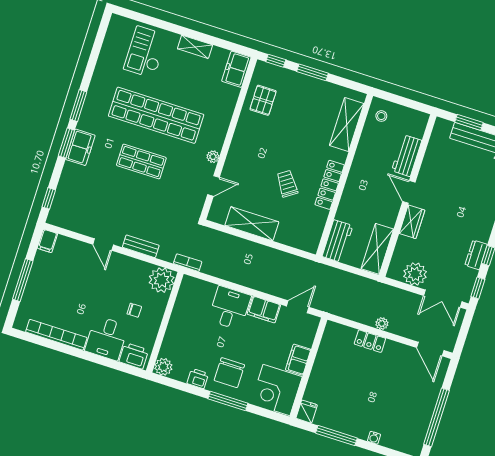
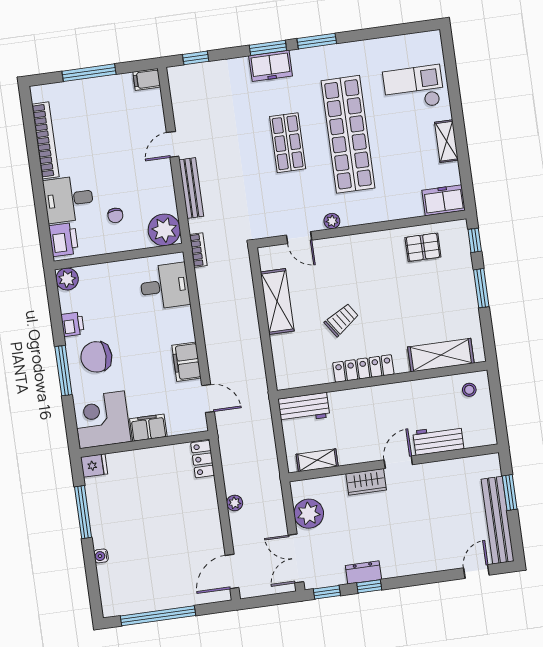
bench: (141, 246) -> (191, 188), width x1.36
shelving: (377, 249) -> (317, 460), width x0.67, depth x0.75
desk: (230, 308) -> (165, 286), moved
locker: (370, 341) -> (203, 459), moved

